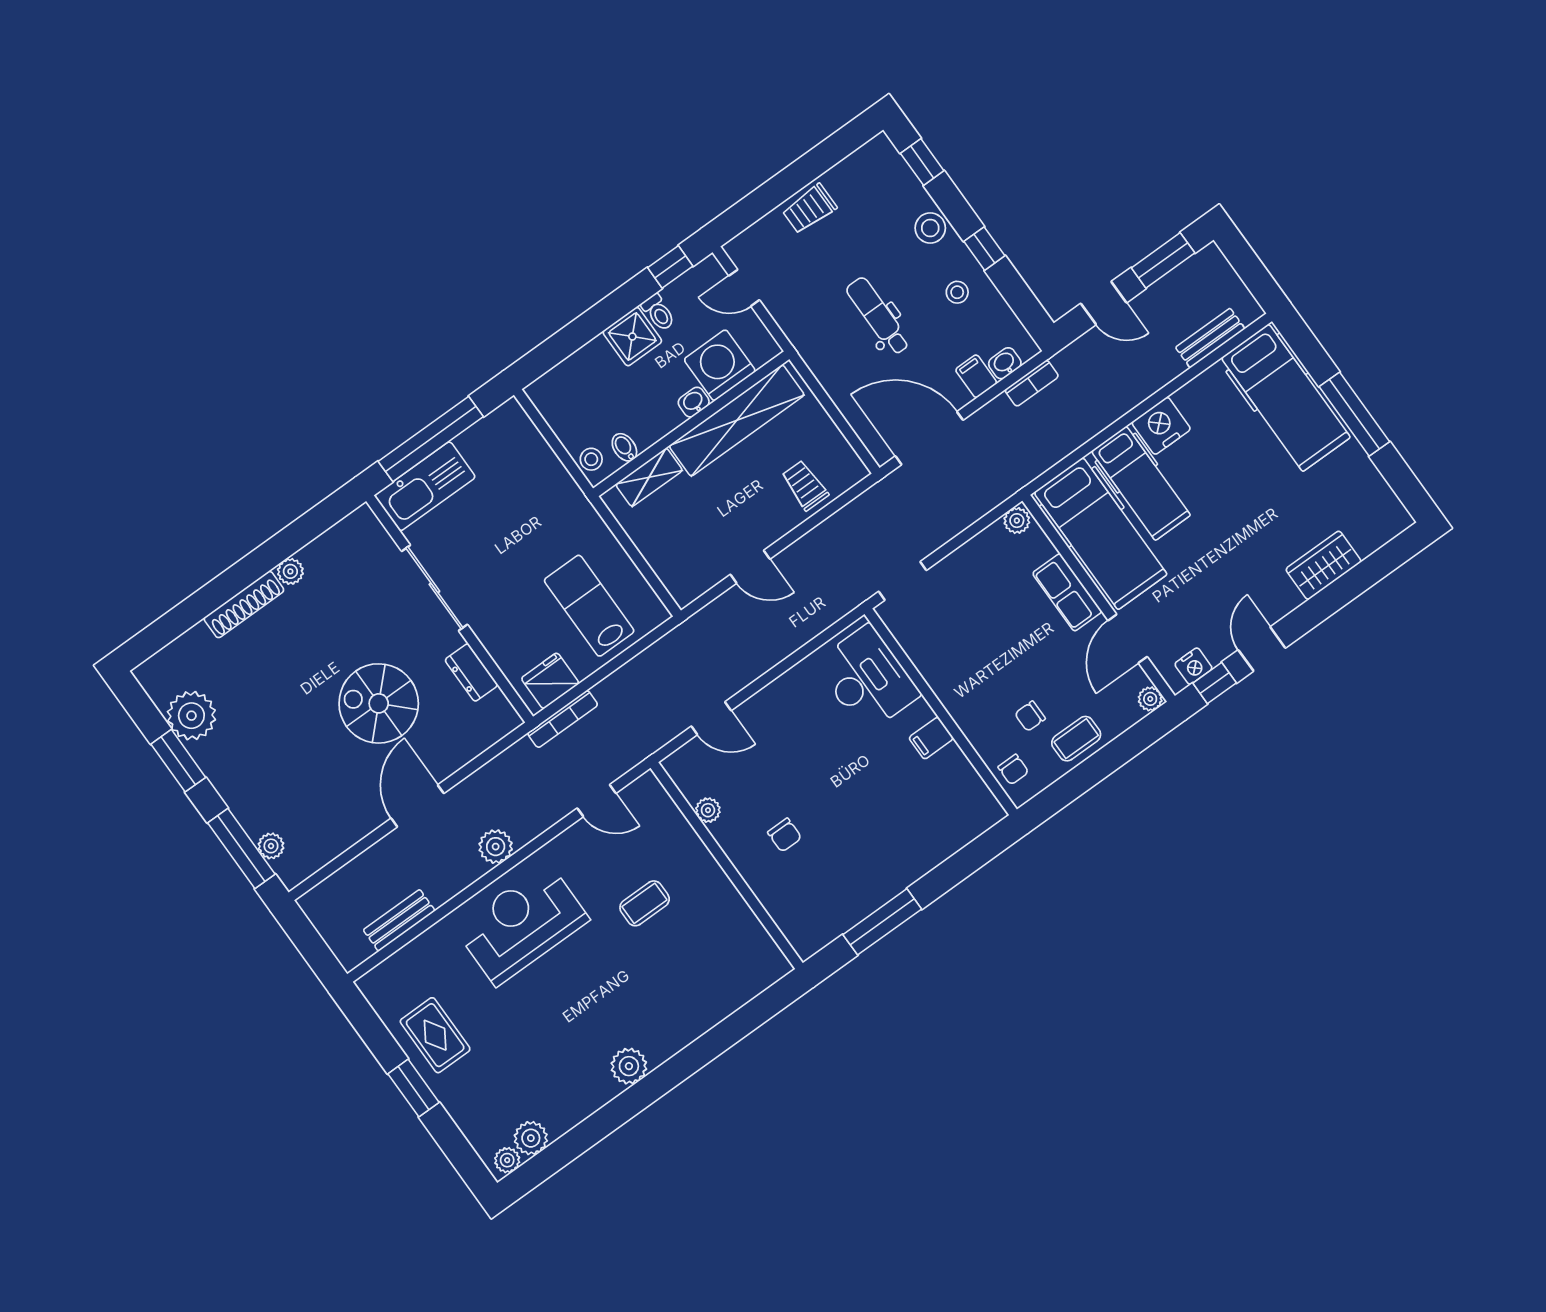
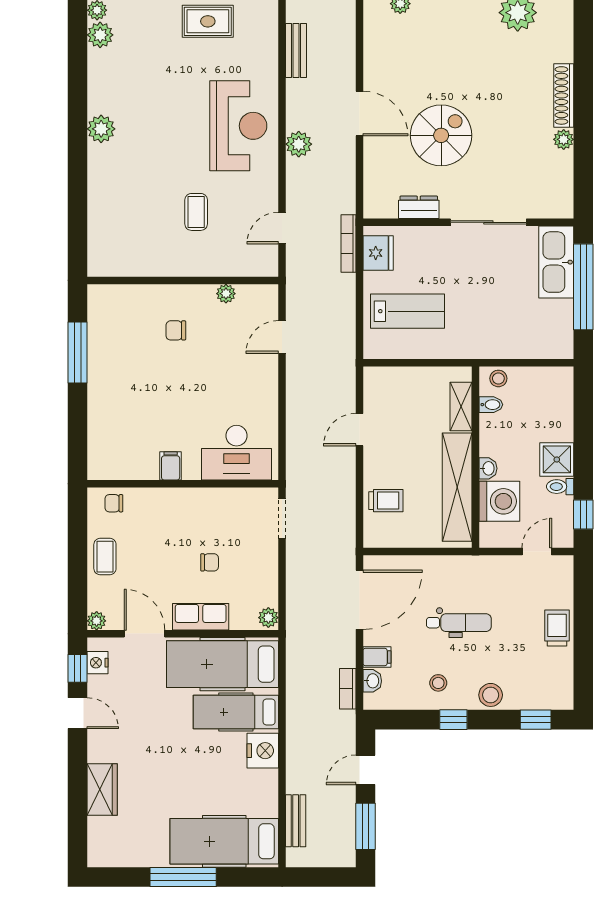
chair: (1030, 716) -> (210, 562), moved, turned 90

